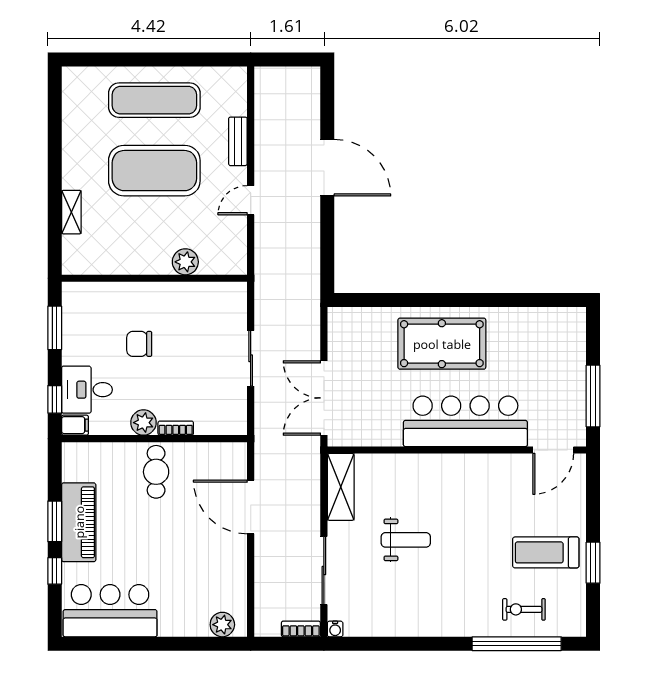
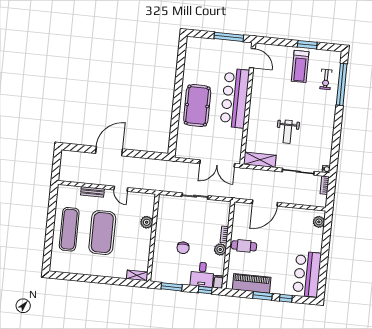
shelving: (71, 212) -> (137, 275), moved
piano: (79, 522) -> (252, 283), moved
weight bench: (406, 540) -> (288, 132), turned 180

